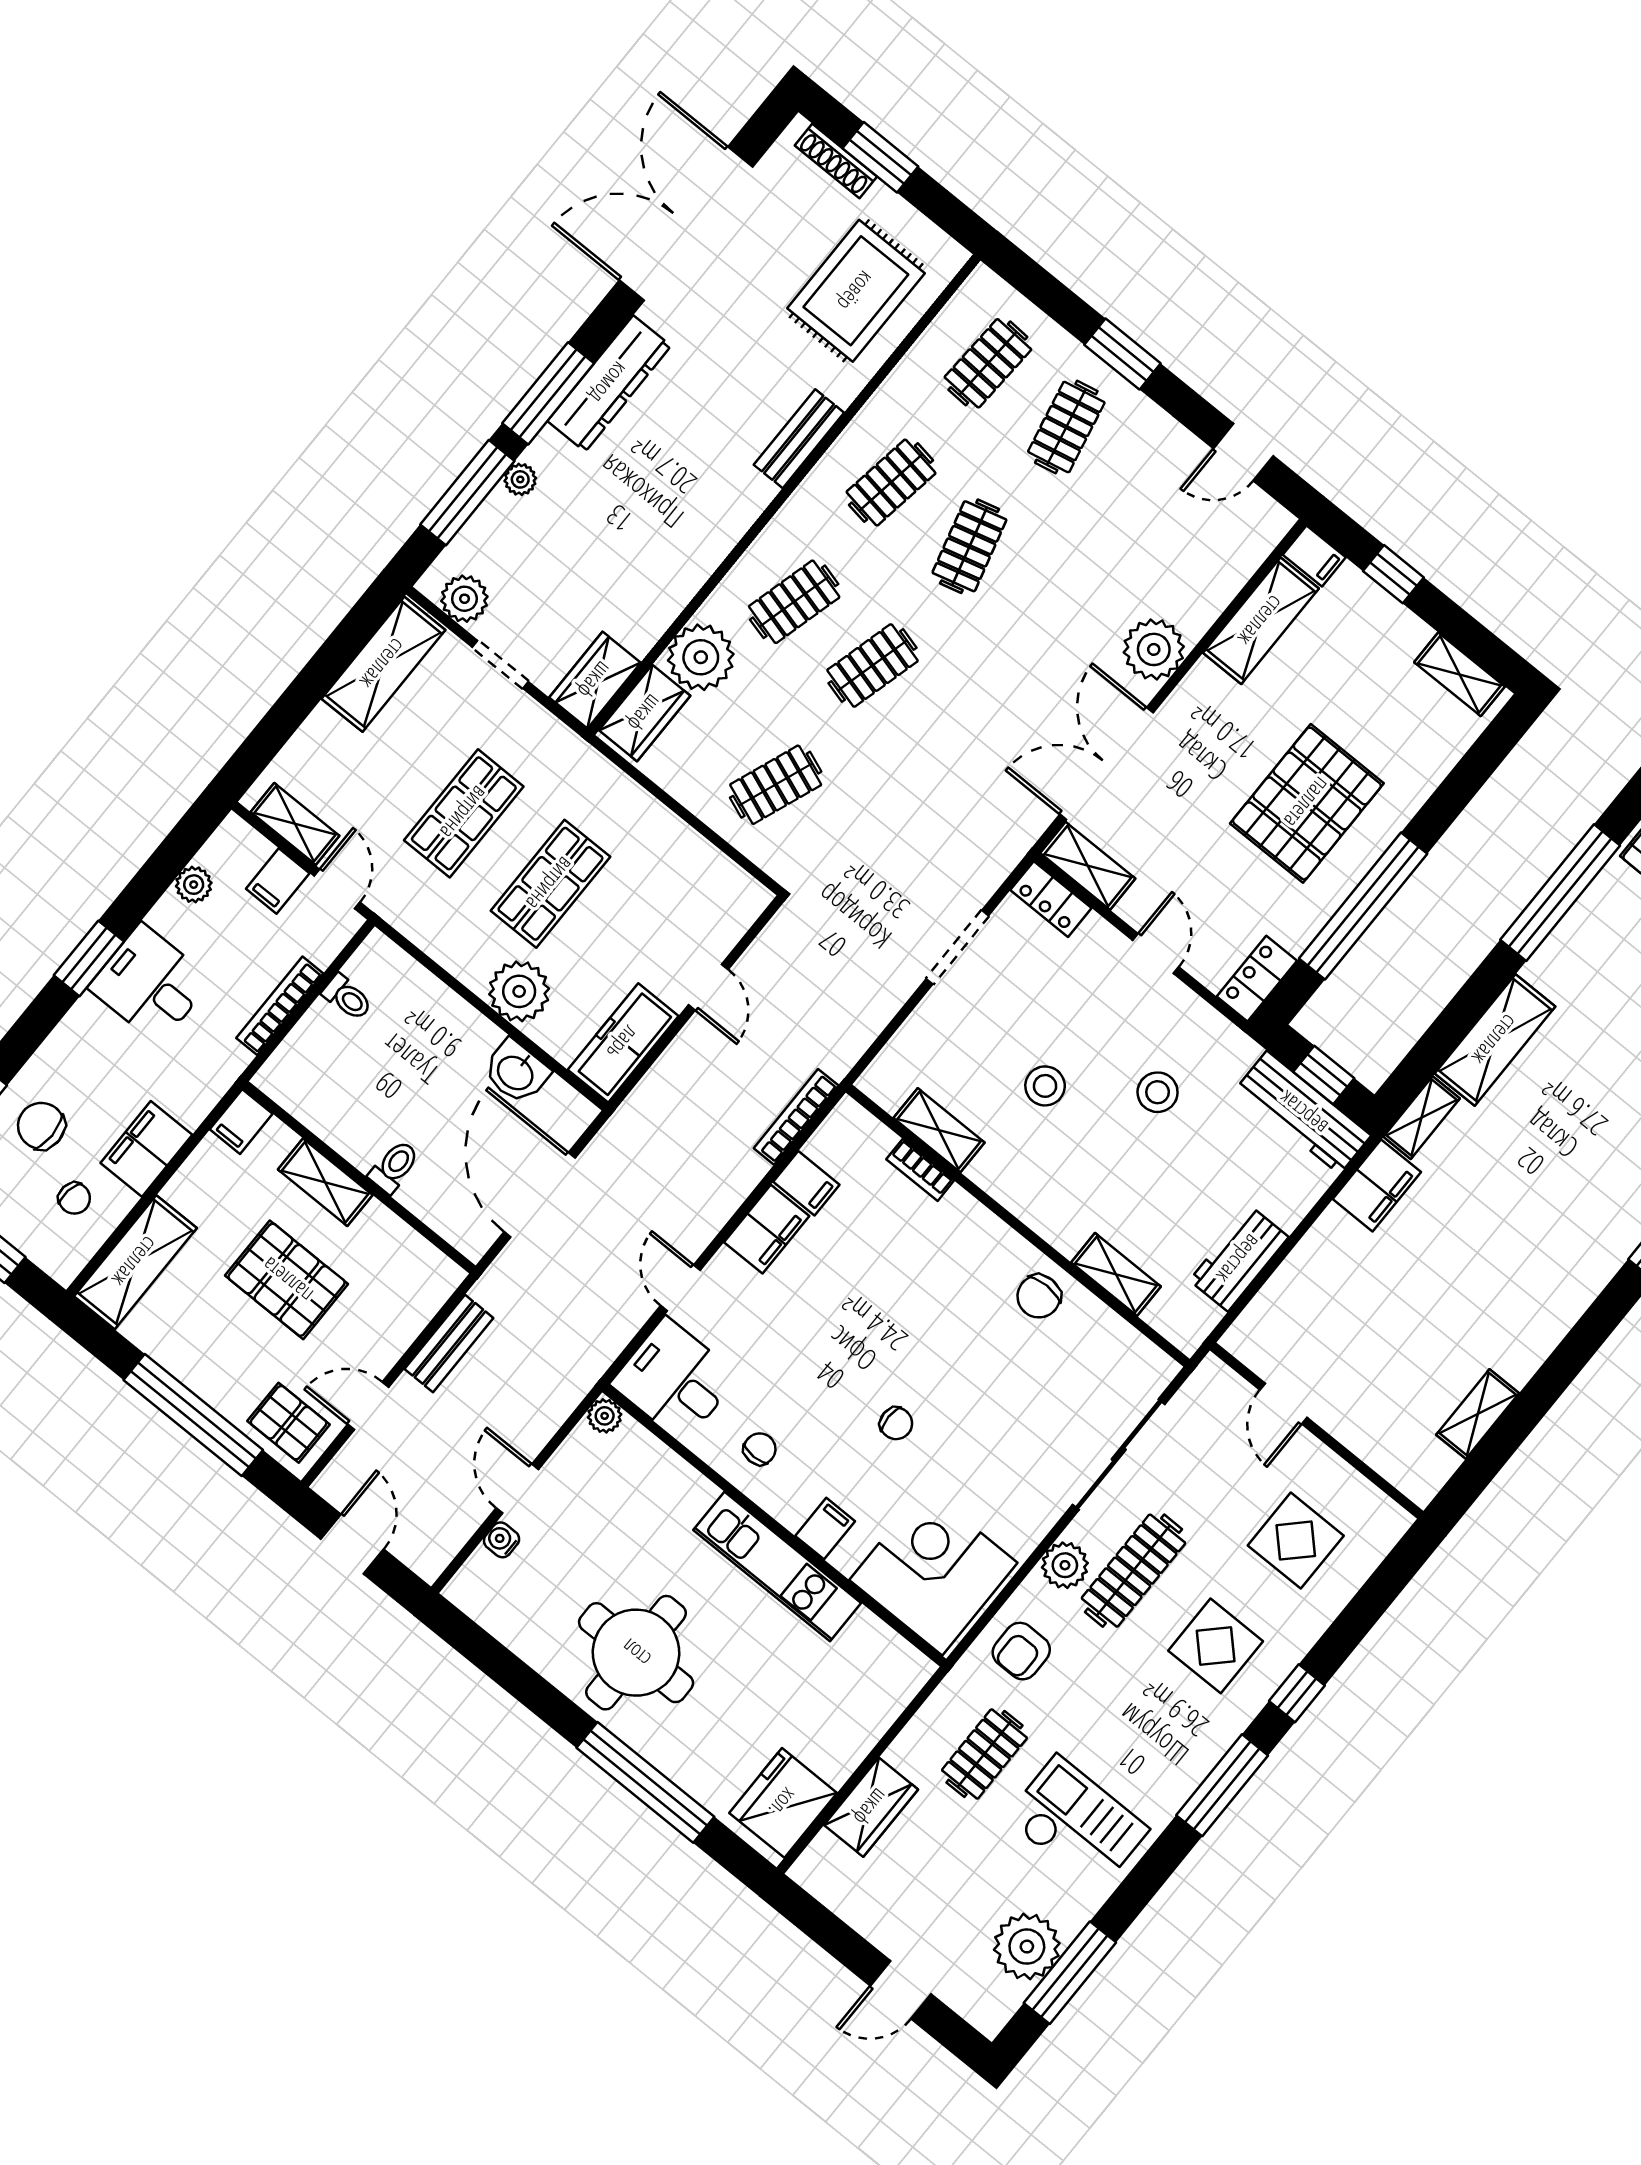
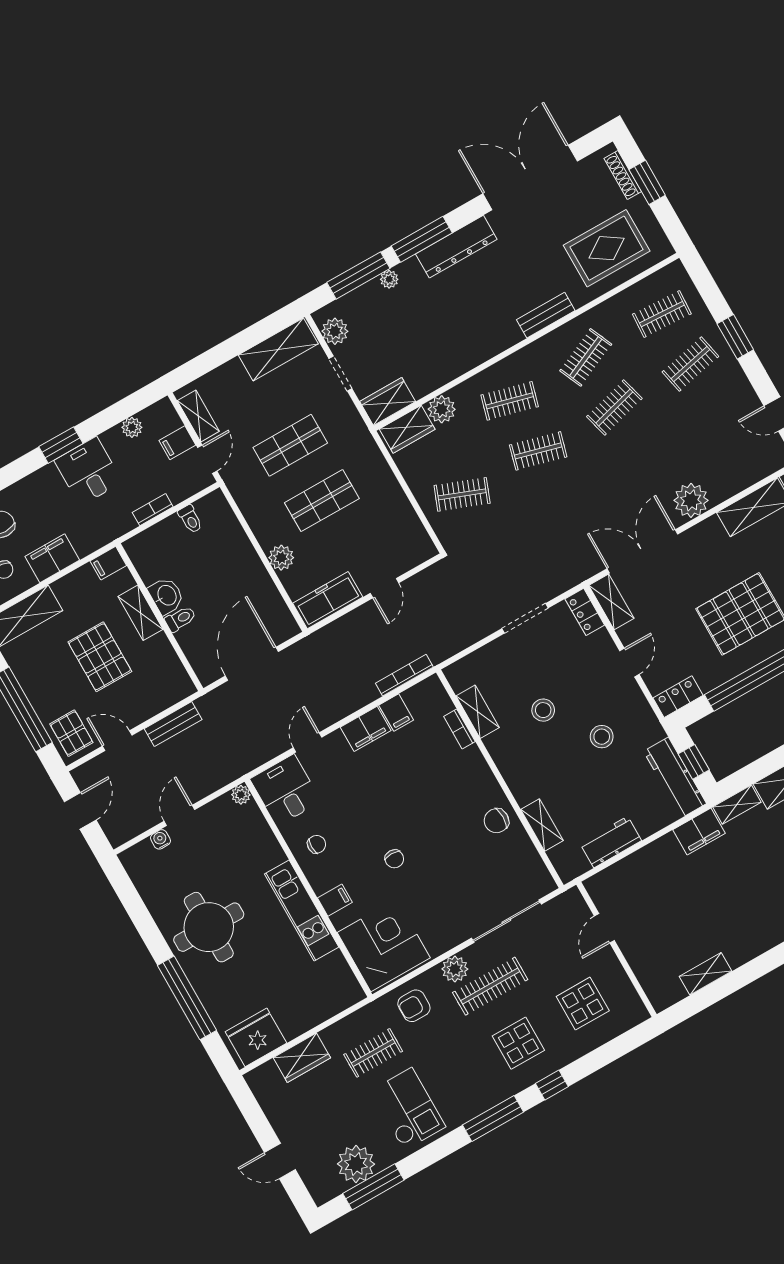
clothes rail: (891, 483) -> (586, 357), turned -33
plant: (701, 657) -> (442, 409), width x0.73, depth x0.73
plant: (519, 991) -> (281, 558), width x0.73, depth x0.73
bookcase: (280, 1006) -> (153, 510), width x0.64
washbasin: (516, 1072) -> (166, 596), moved, turned 180

